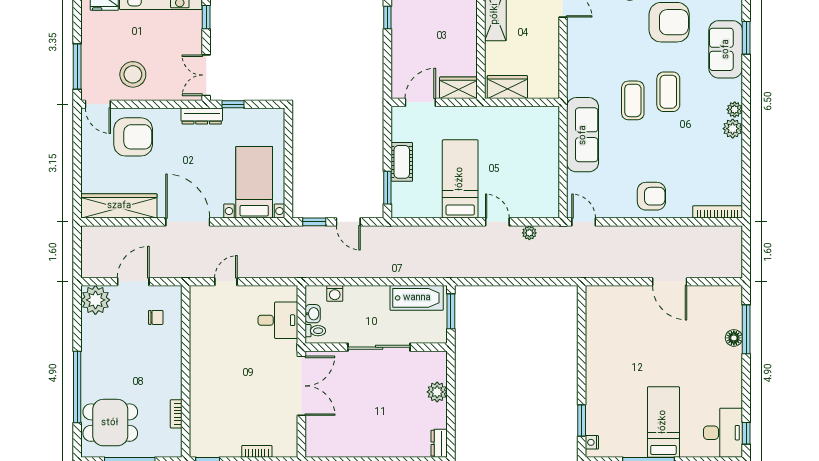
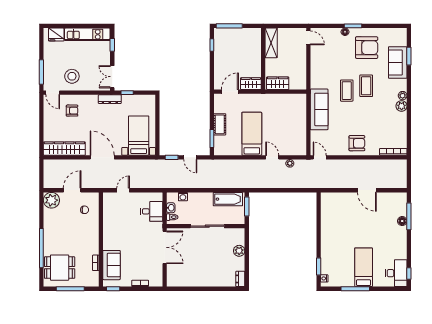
armchair: (133, 137) -> (72, 111), width x0.53, depth x0.53
sofa: (205, 418) -> (112, 265), added

